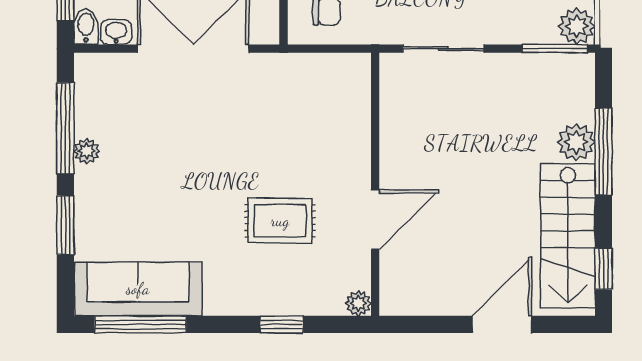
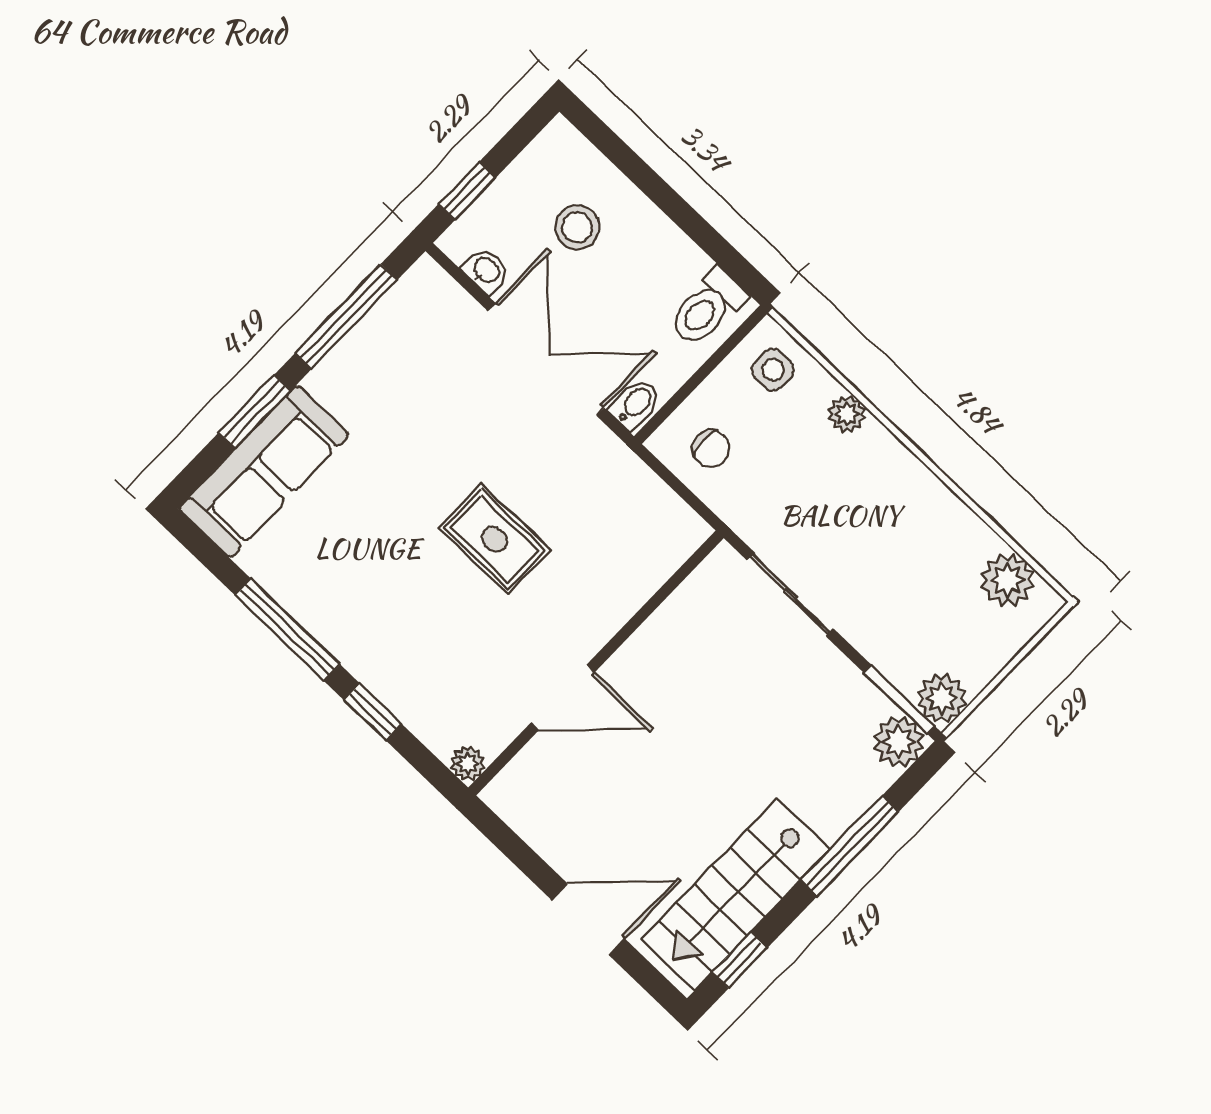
bidet: (86, 27) -> (635, 404), moved
plant: (576, 142) -> (899, 742), moved
plant: (87, 151) -> (345, 359), removed
rug: (280, 221) -> (494, 539), moved
sofa: (138, 289) -> (264, 472), moved, turned 90
window: (140, 324) -> (287, 630), moved

